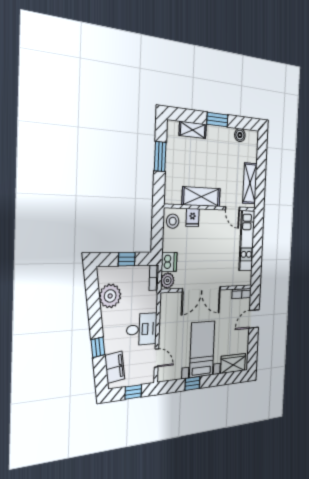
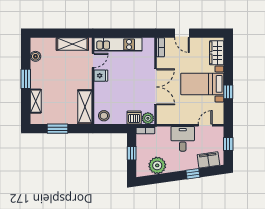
shelving: (201, 197) -> (85, 107), moved
fridge: (193, 218) -> (101, 76), moved

